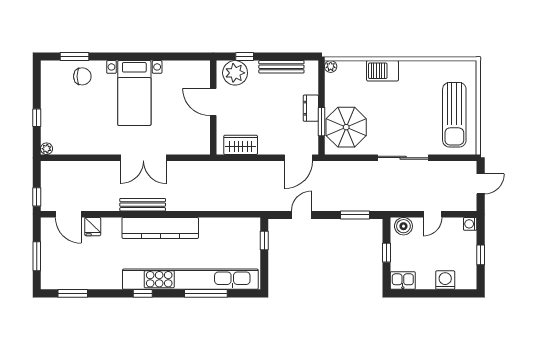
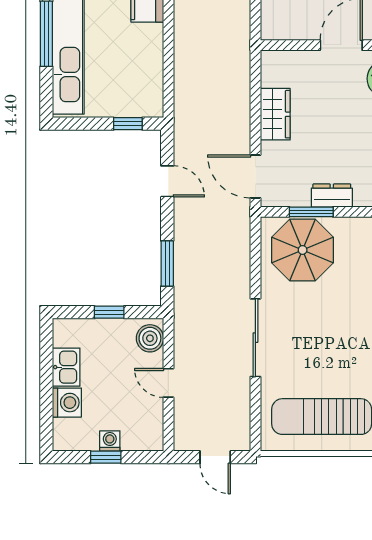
wardrobe: (241, 145) -> (275, 114), moved
washing machine: (470, 224) -> (110, 441), moved
kitchen sink: (403, 281) -> (66, 367), moved

